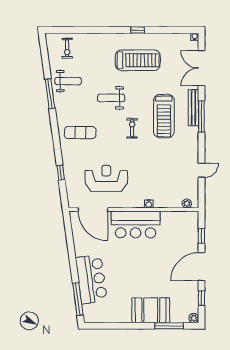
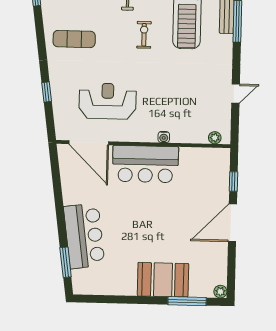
window: (201, 298) -> (231, 265), removed
window: (78, 299) -> (66, 262), width x0.69

